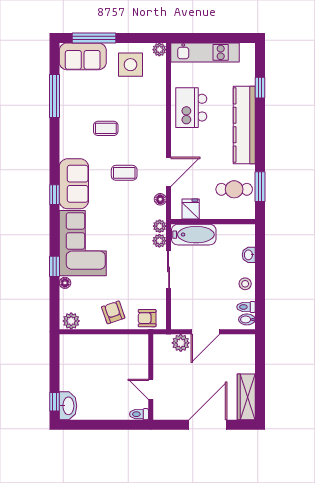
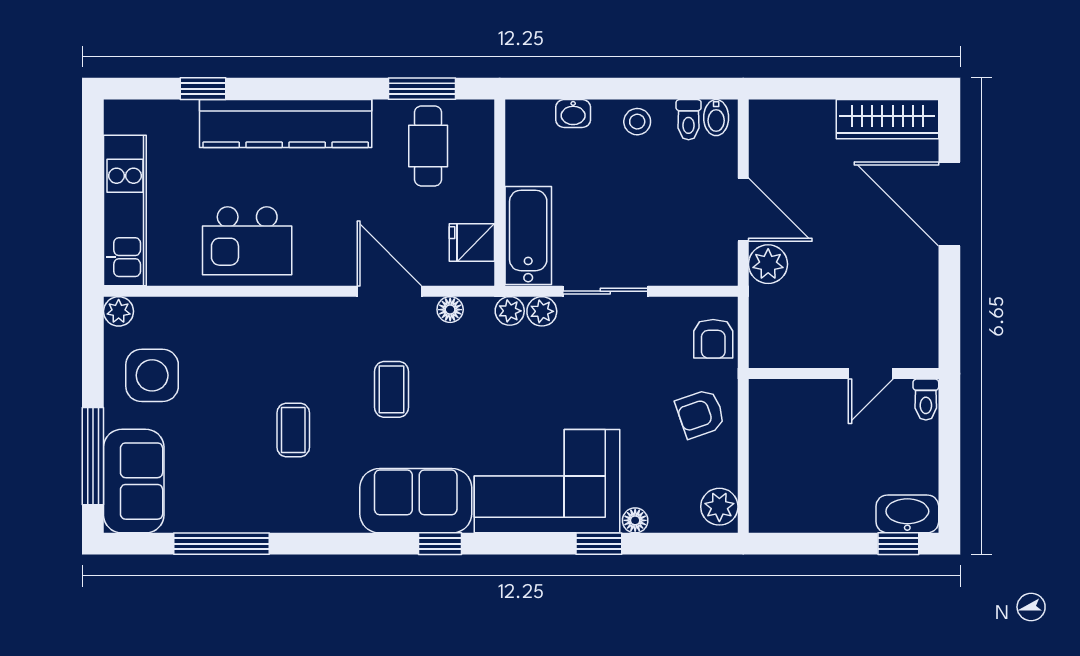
wall: (151, 377) -> (844, 374), moved
door: (151, 389) -> (871, 374), moved
toilet: (139, 414) -> (926, 400), moved

